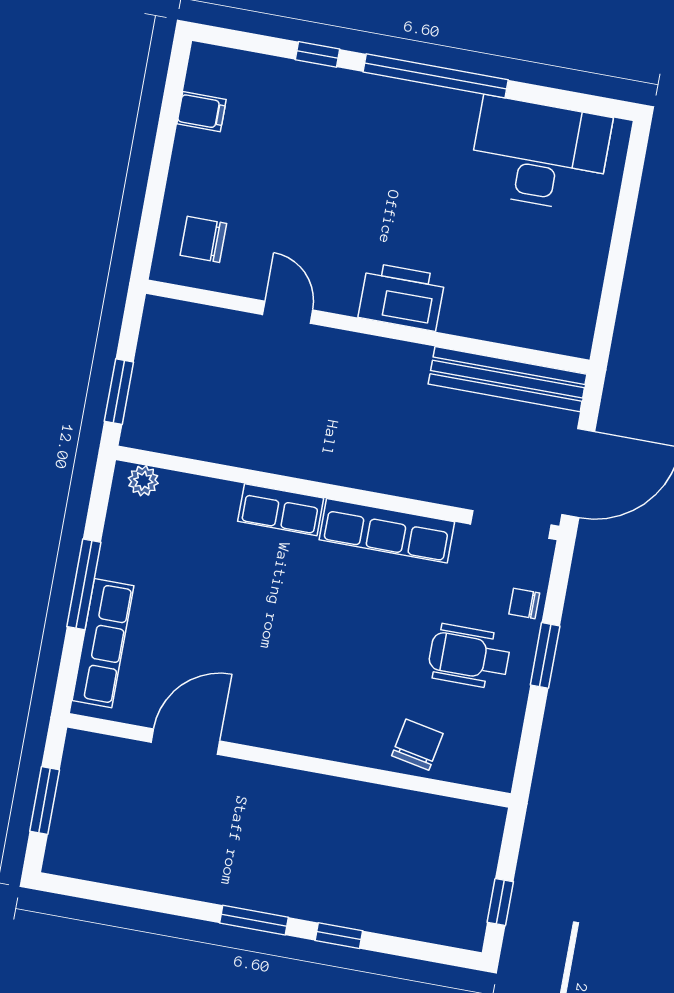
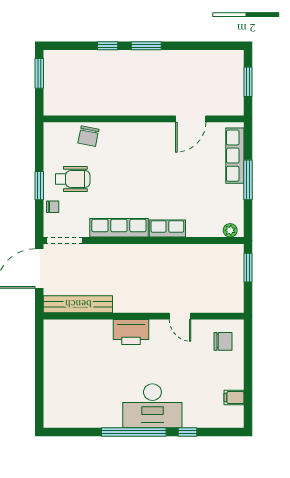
desk: (540, 154) -> (152, 406), moved
window: (500, 902) -> (39, 73), width x1.50

